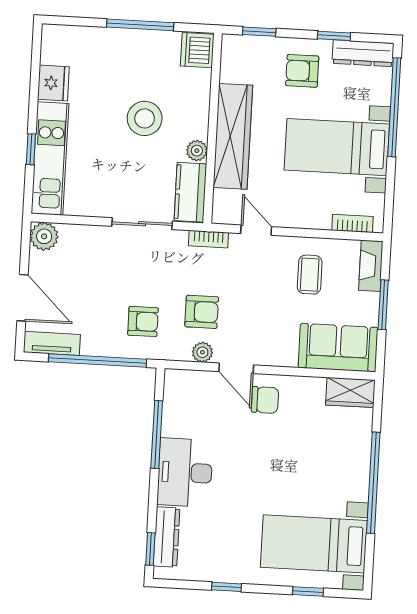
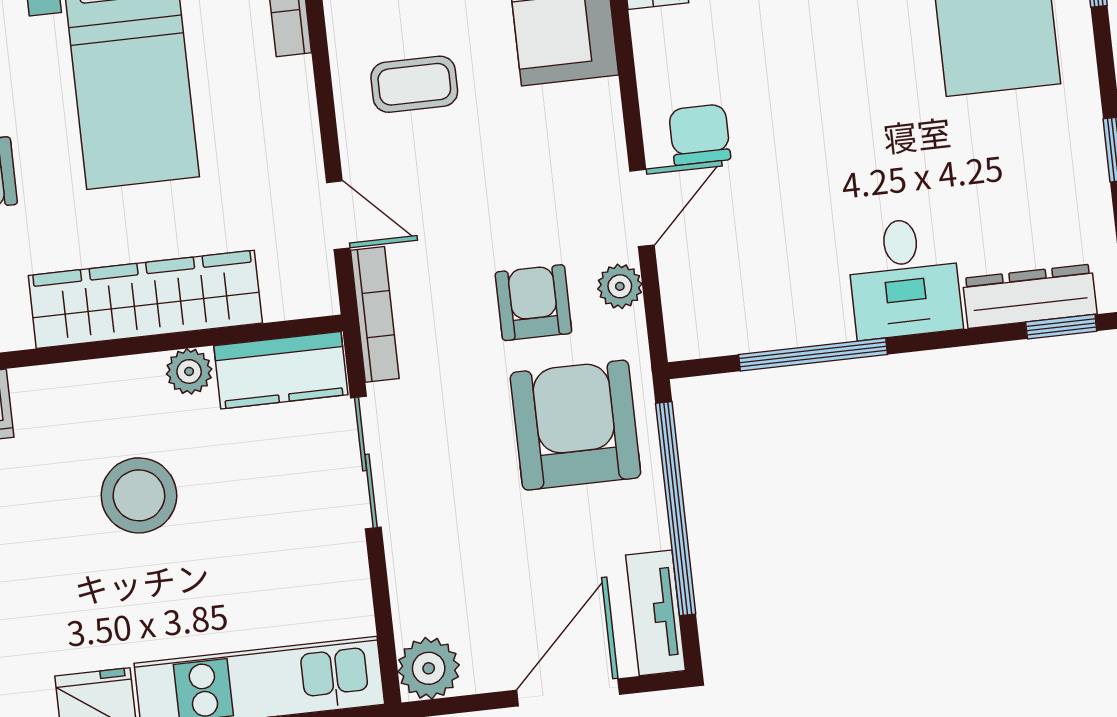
door: (256, 230) -> (338, 215), swing flipped
bookcase: (208, 239) -> (375, 314), width x1.56
armchair: (143, 321) -> (575, 425), width x1.88, depth x1.88
desk: (185, 472) -> (904, 278), width x0.73

